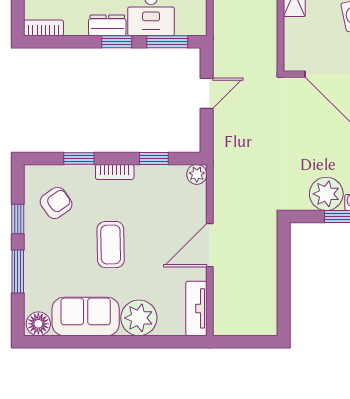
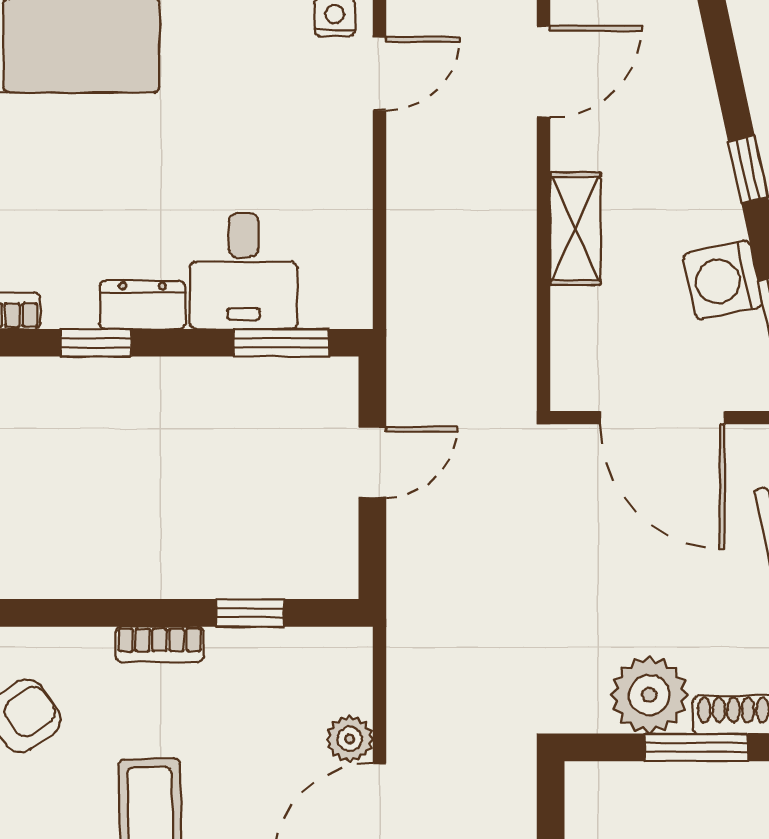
window: (117, 42) -> (96, 343), moved
window: (79, 158) -> (77, 613), removed
plant: (197, 174) -> (350, 739), moved

